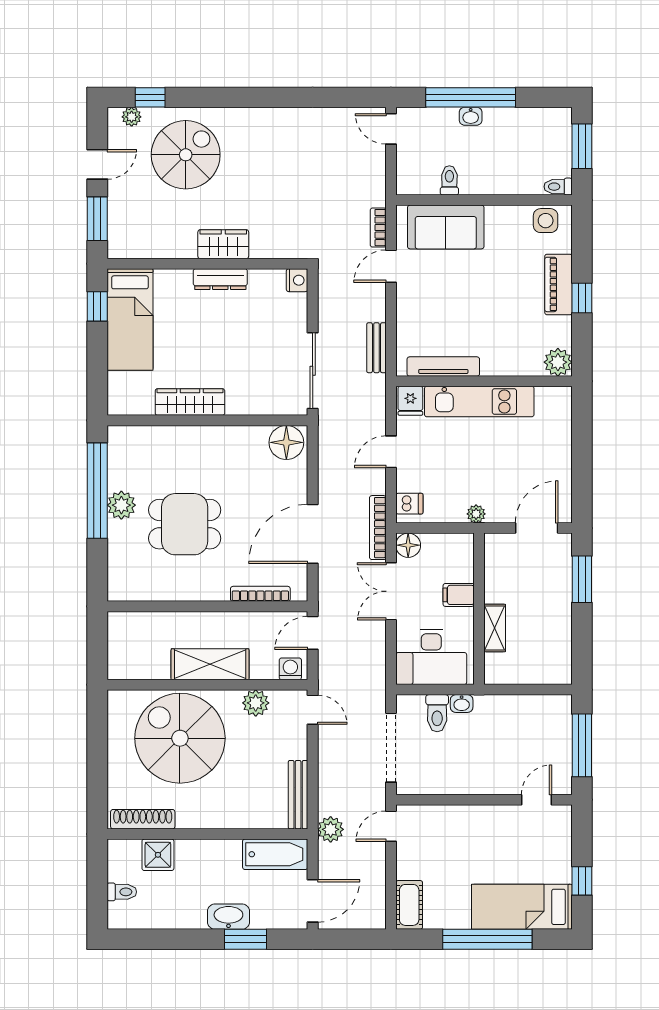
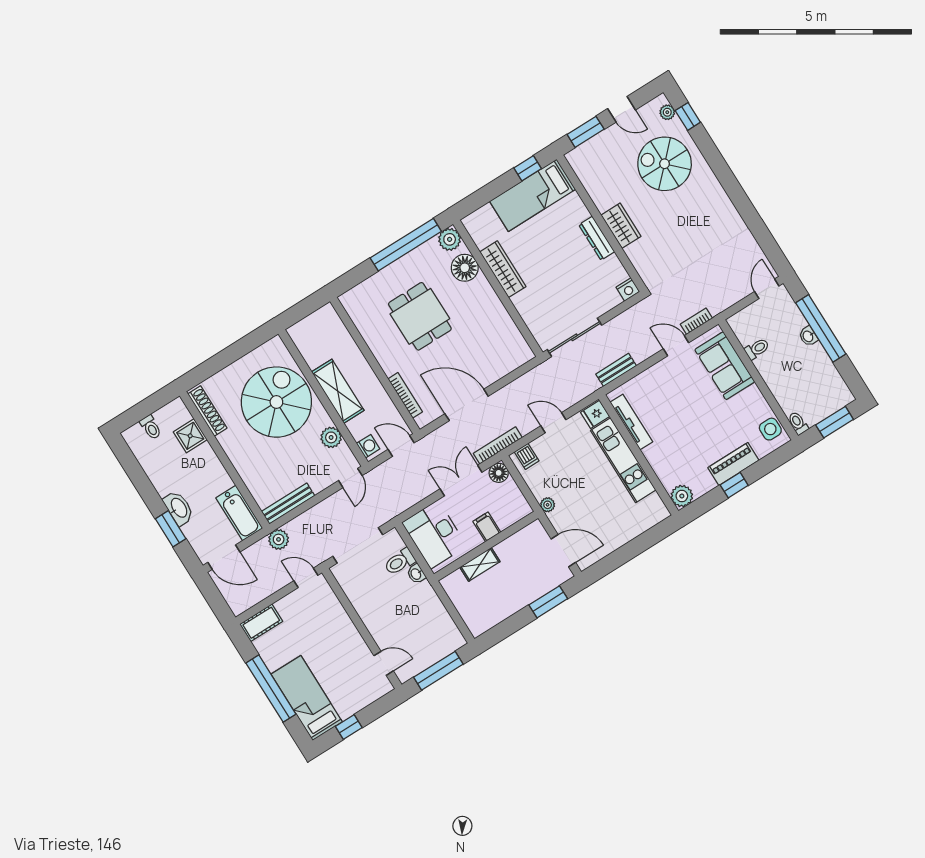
spiral stairs: (186, 155) -> (665, 164), turned 180
floor lamp: (286, 442) -> (465, 268), moved
plant: (121, 505) -> (450, 239), moved

